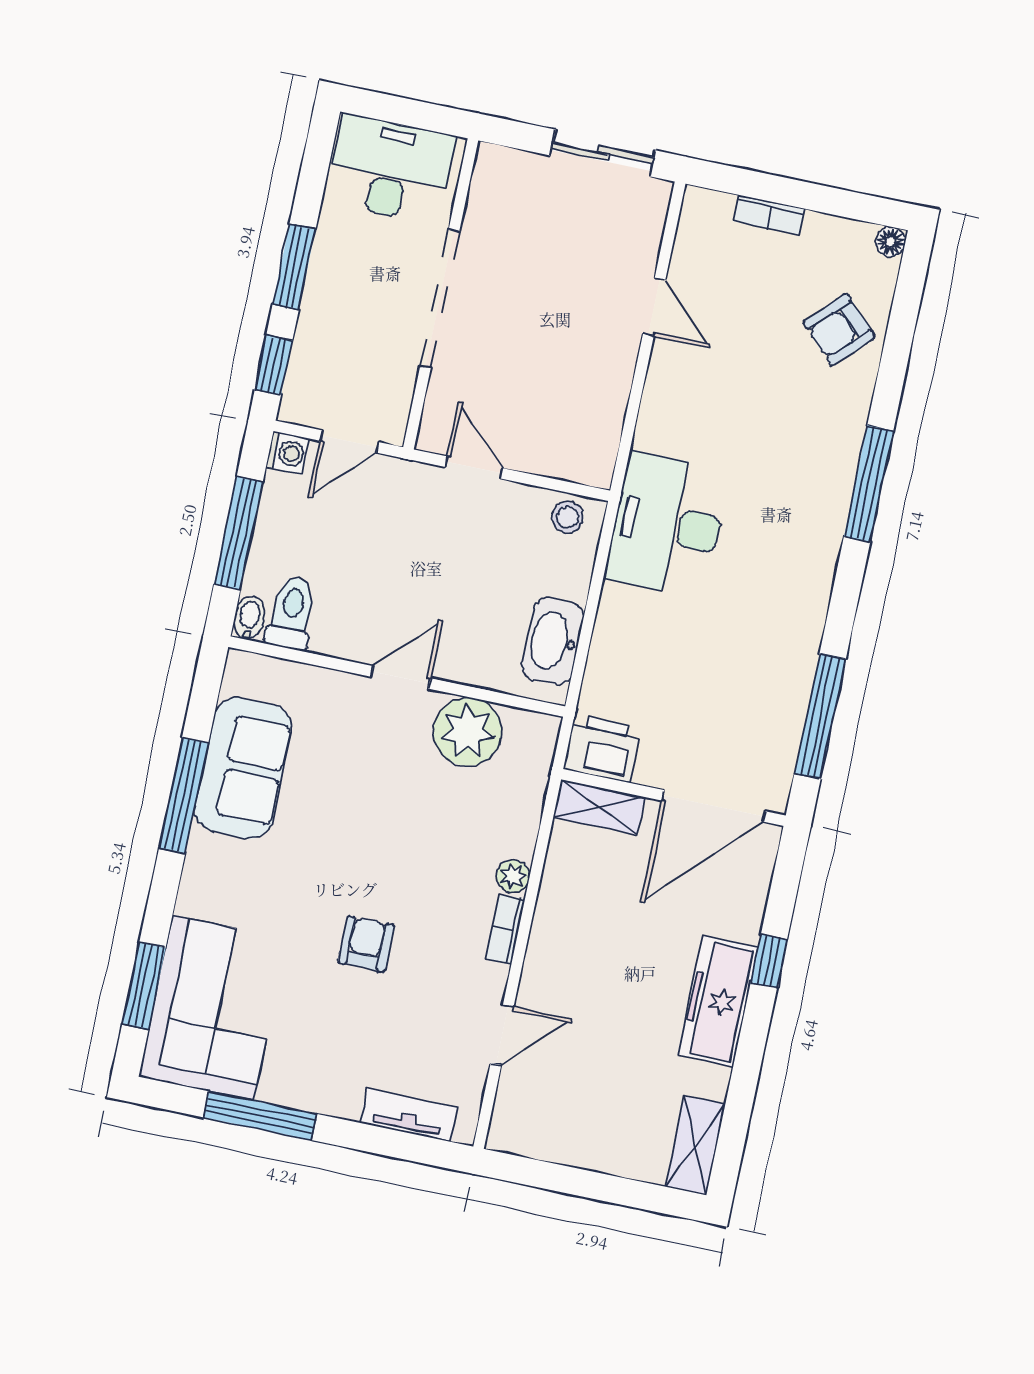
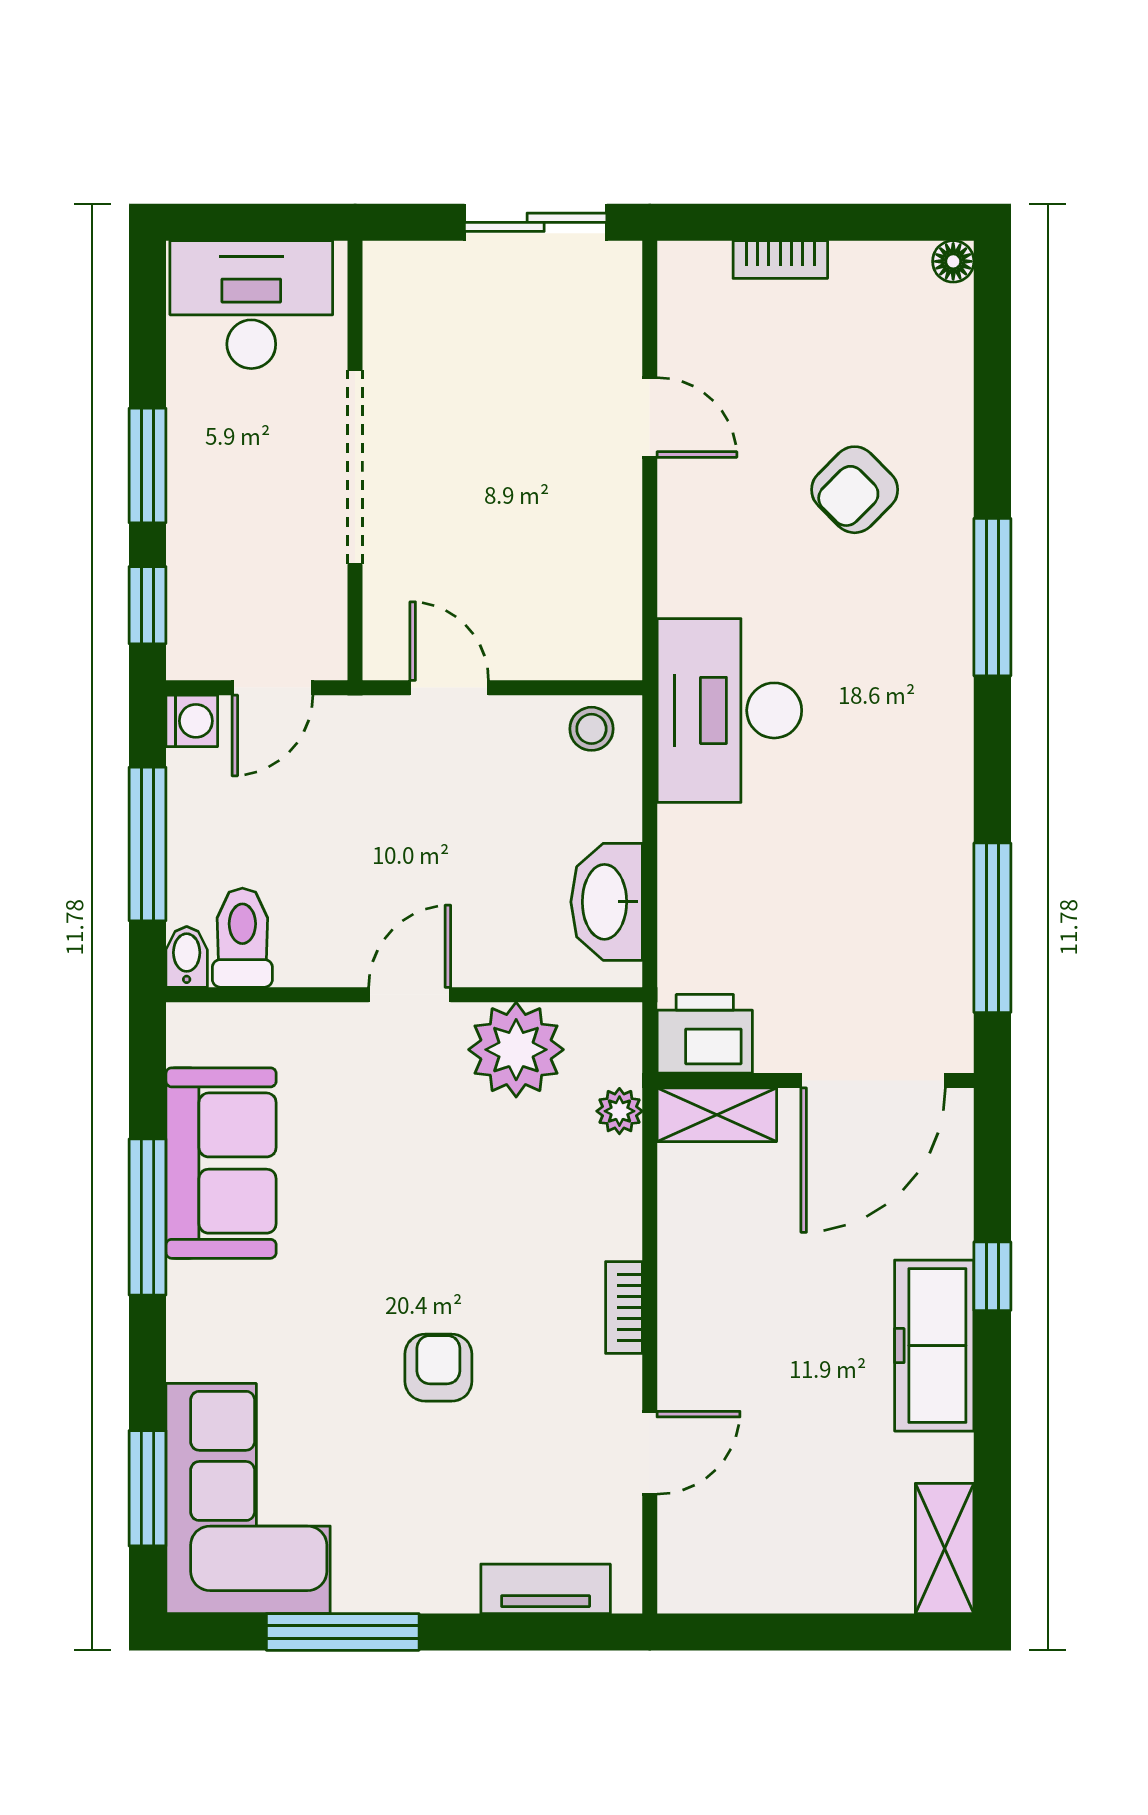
armchair: (839, 330) -> (855, 490), moved
plant: (513, 876) -> (619, 1111), moved

